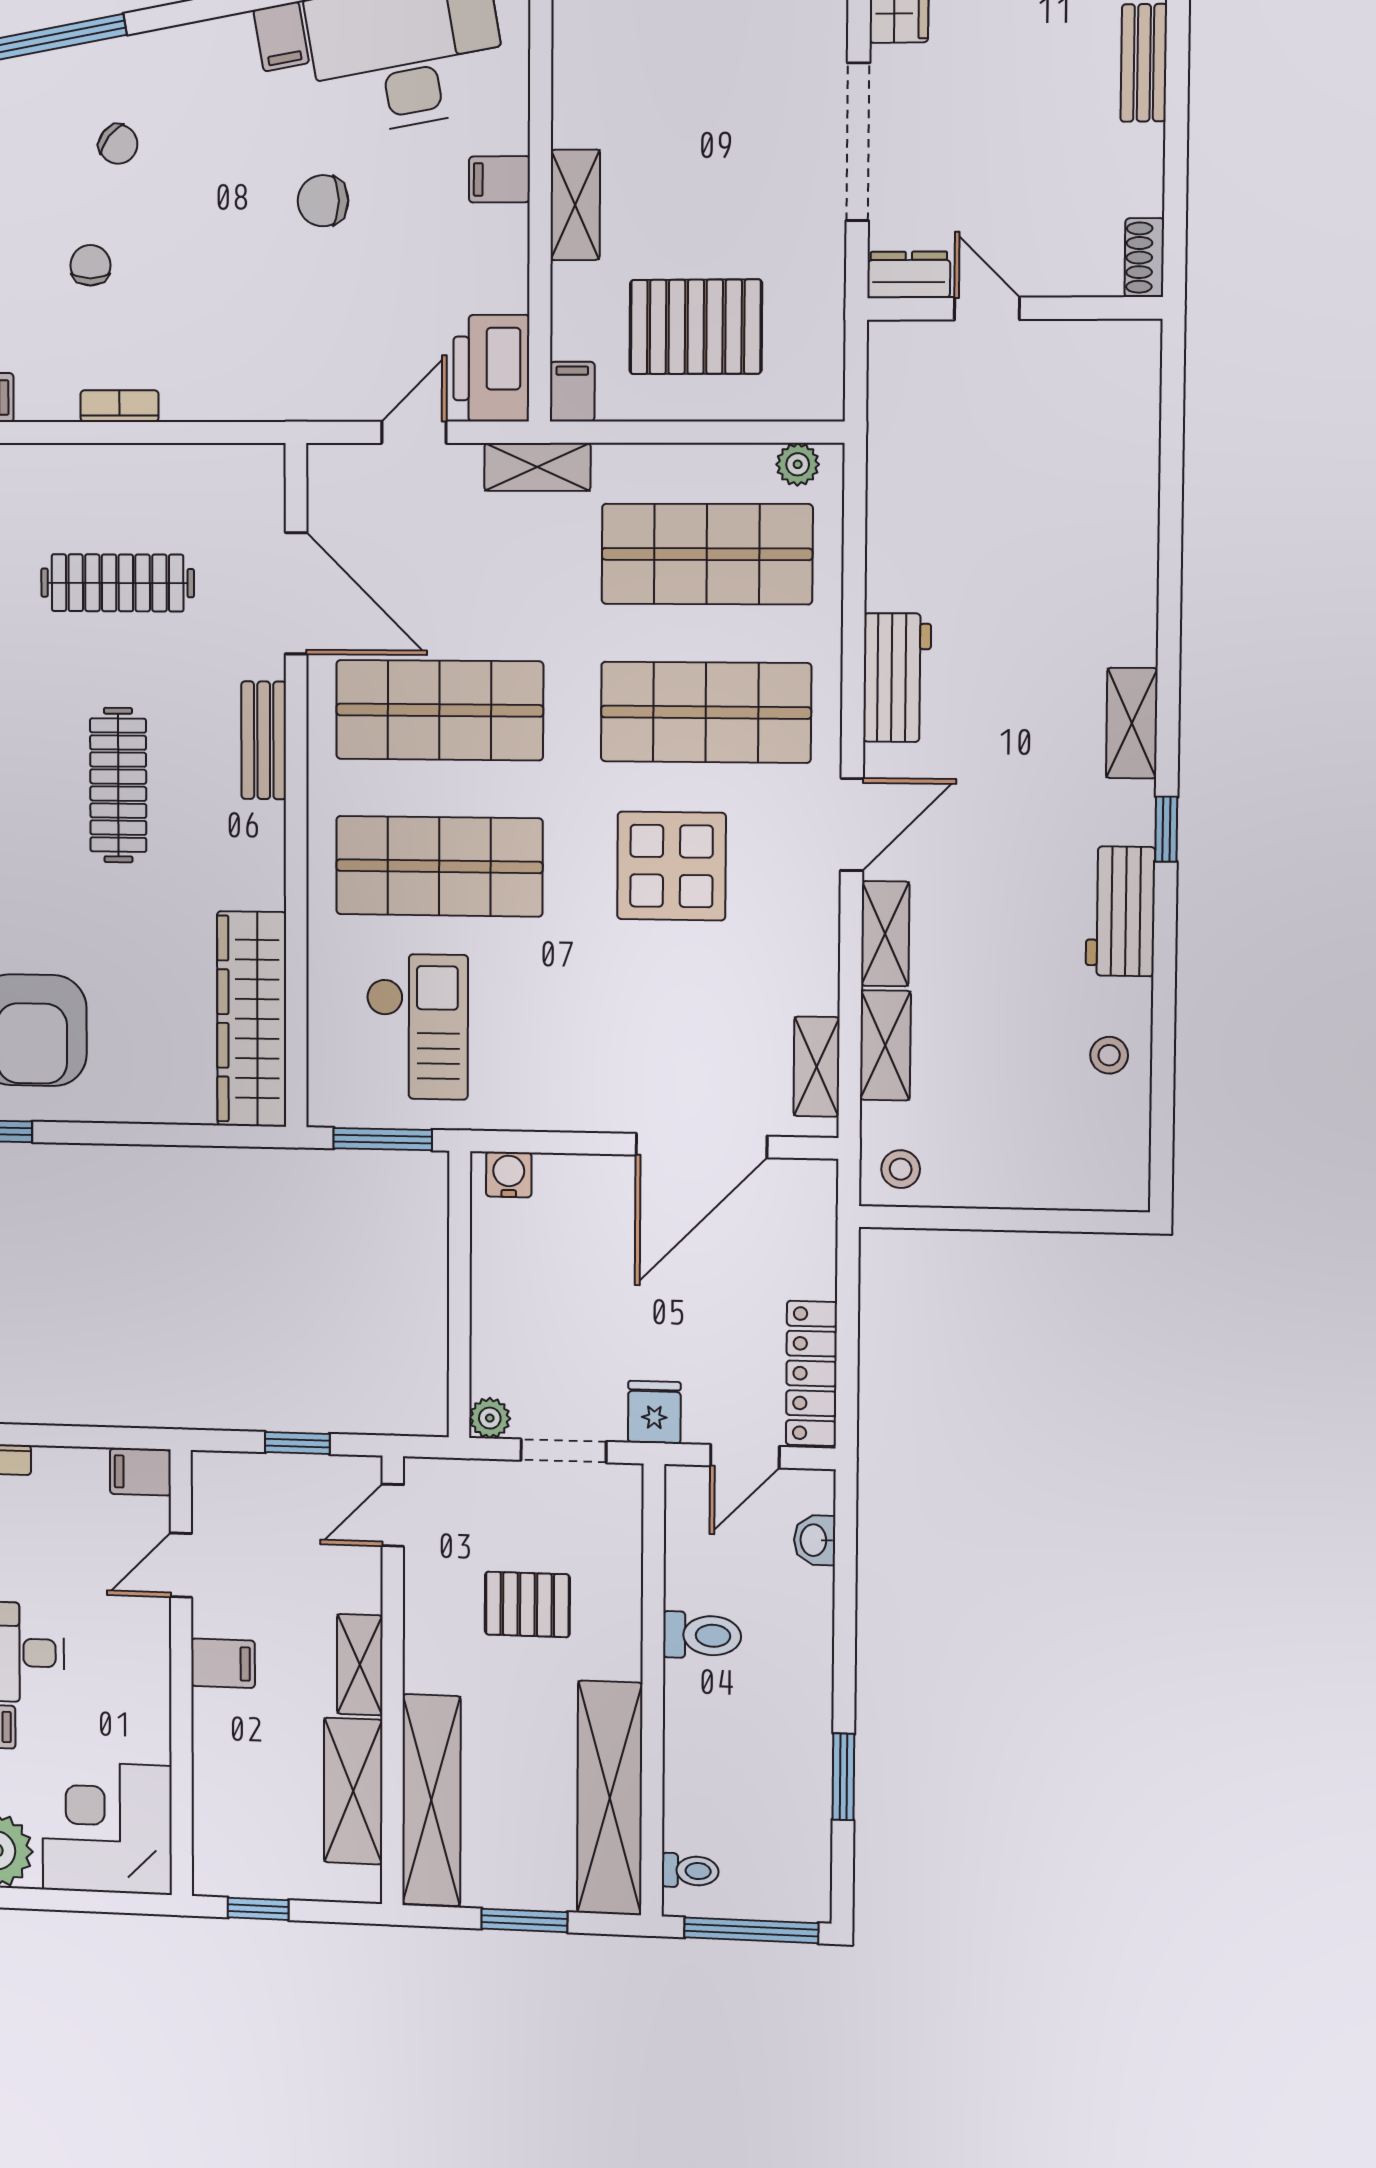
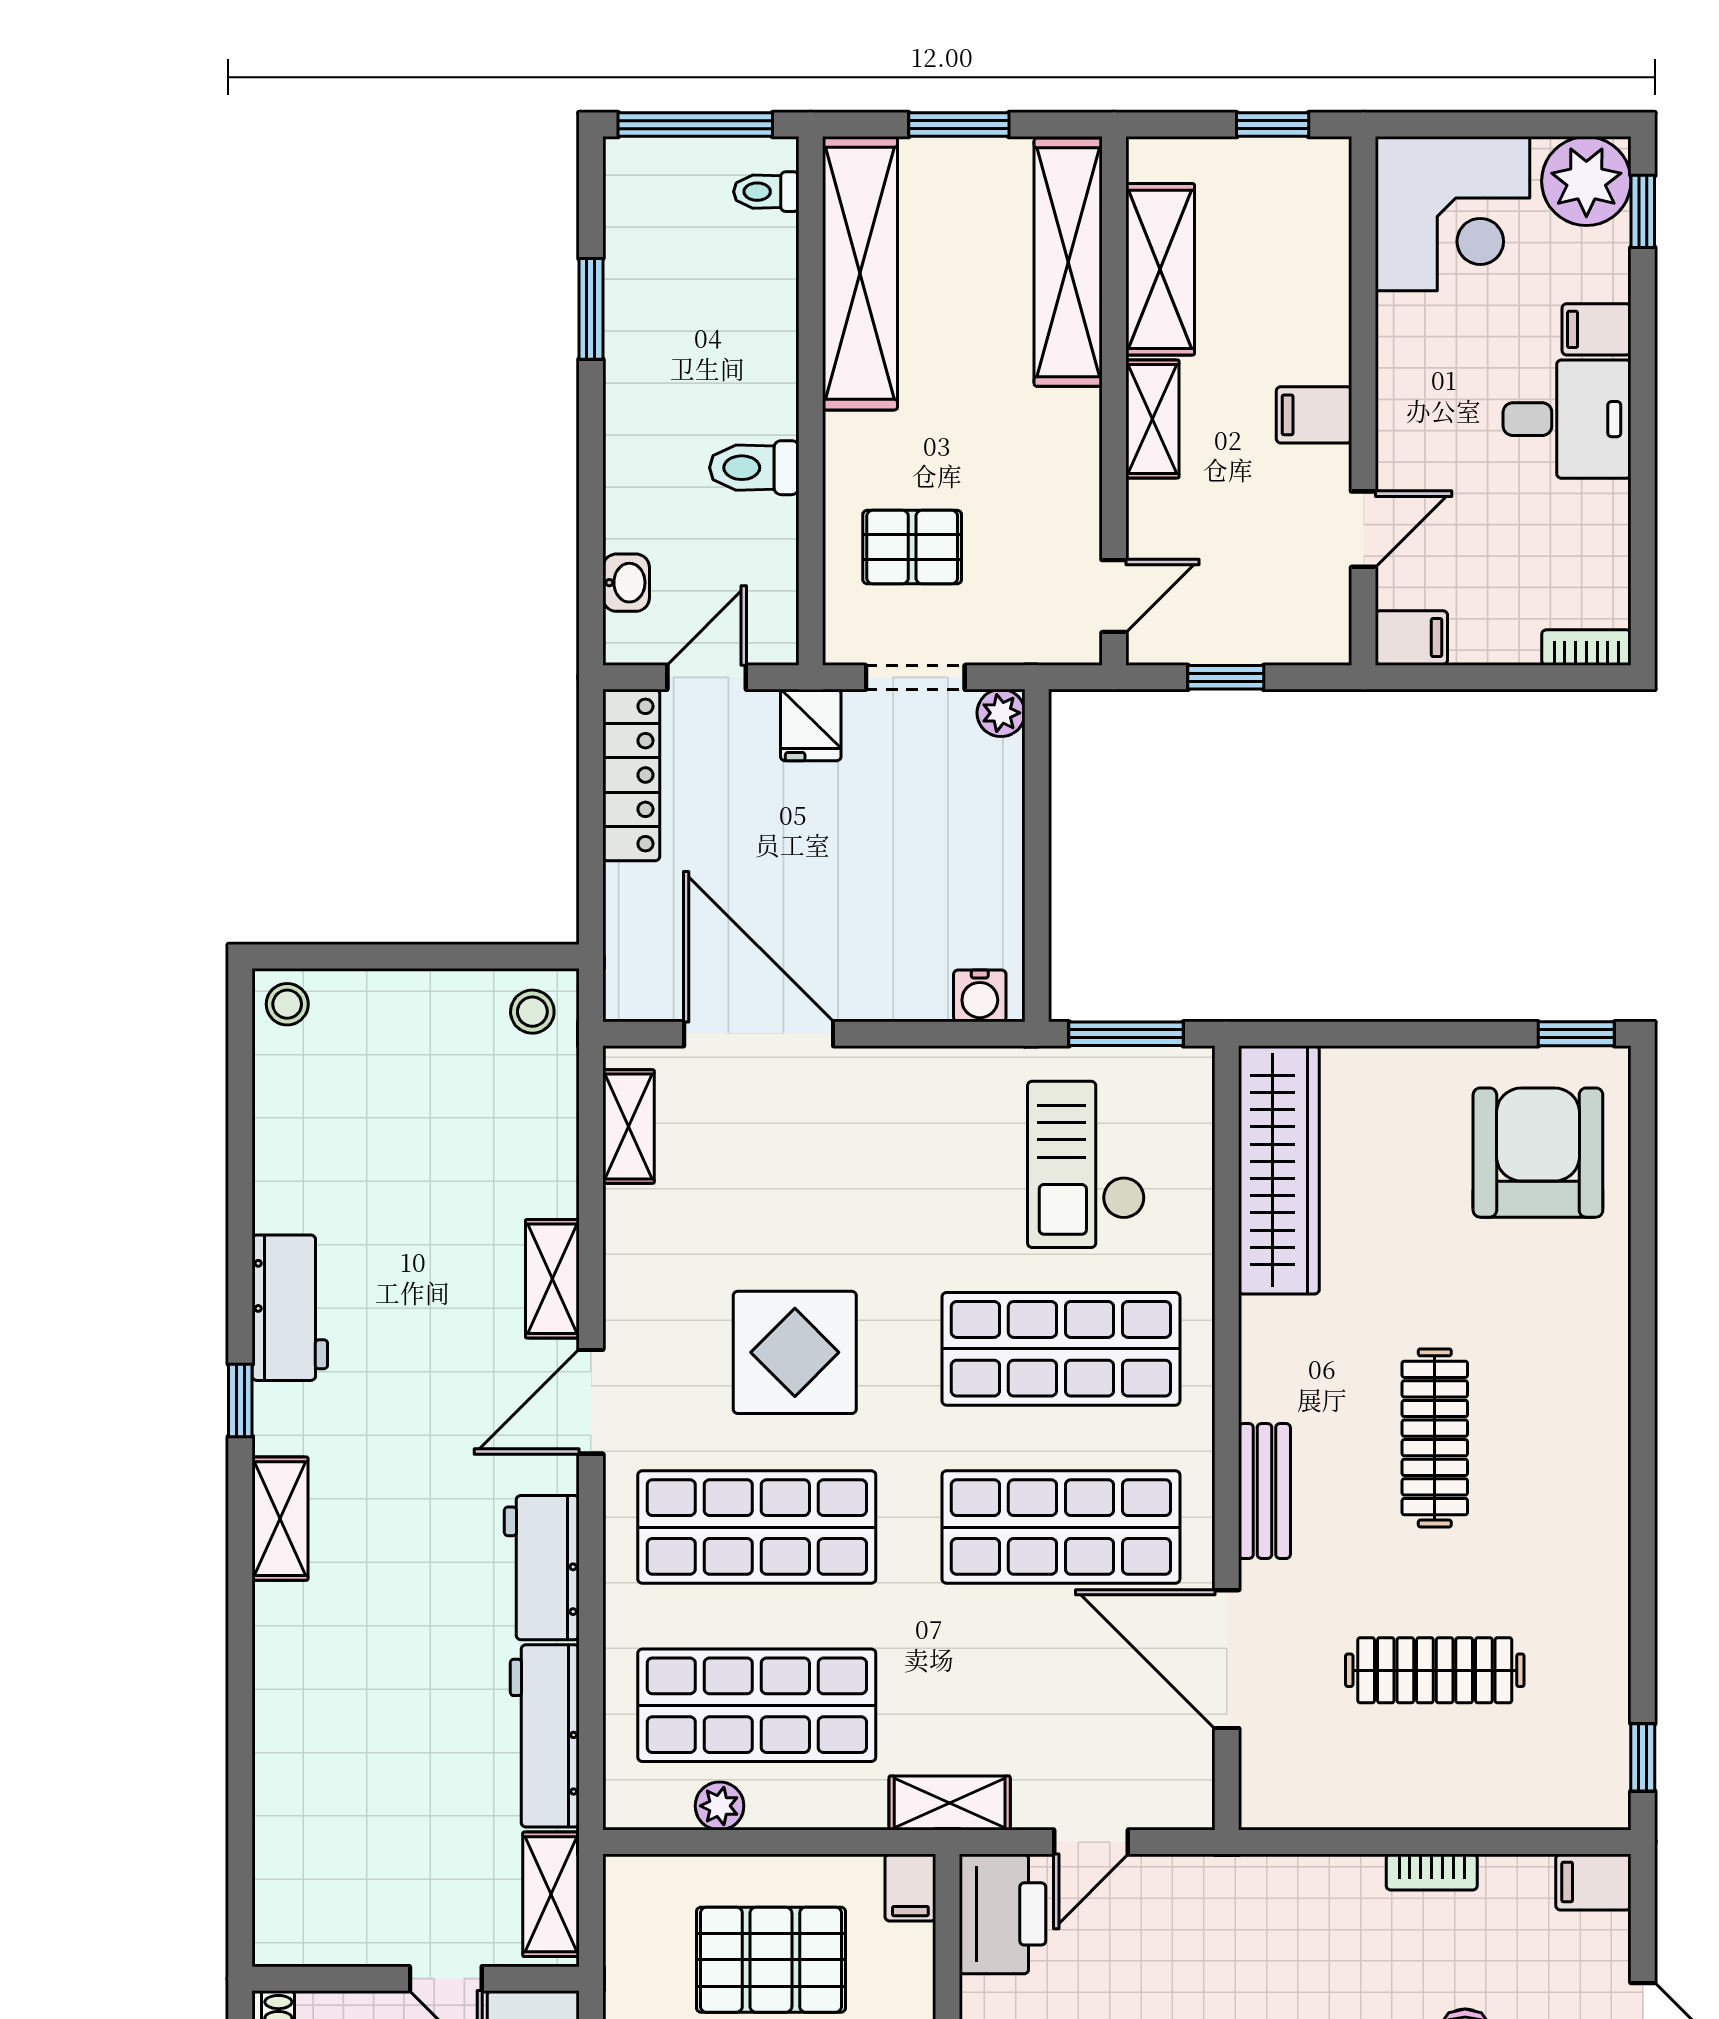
plant: (798, 464) -> (720, 1806), moved
workbench: (896, 527) -> (545, 1736), added
shelving: (885, 1045) -> (551, 1894), moved
stool: (1109, 1055) -> (287, 1004), moved
door: (701, 1146) -> (759, 1034), hinge flipped
pallet: (527, 1604) -> (912, 547), moved

